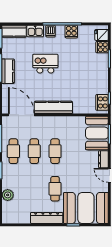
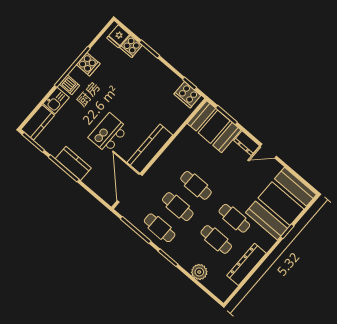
kitchen island: (45, 64) -> (108, 133), moved
door: (21, 115) -> (130, 188), hinge flipped
cafe table: (34, 189) -> (216, 239), added
dresser: (47, 218) -> (247, 264), moved

